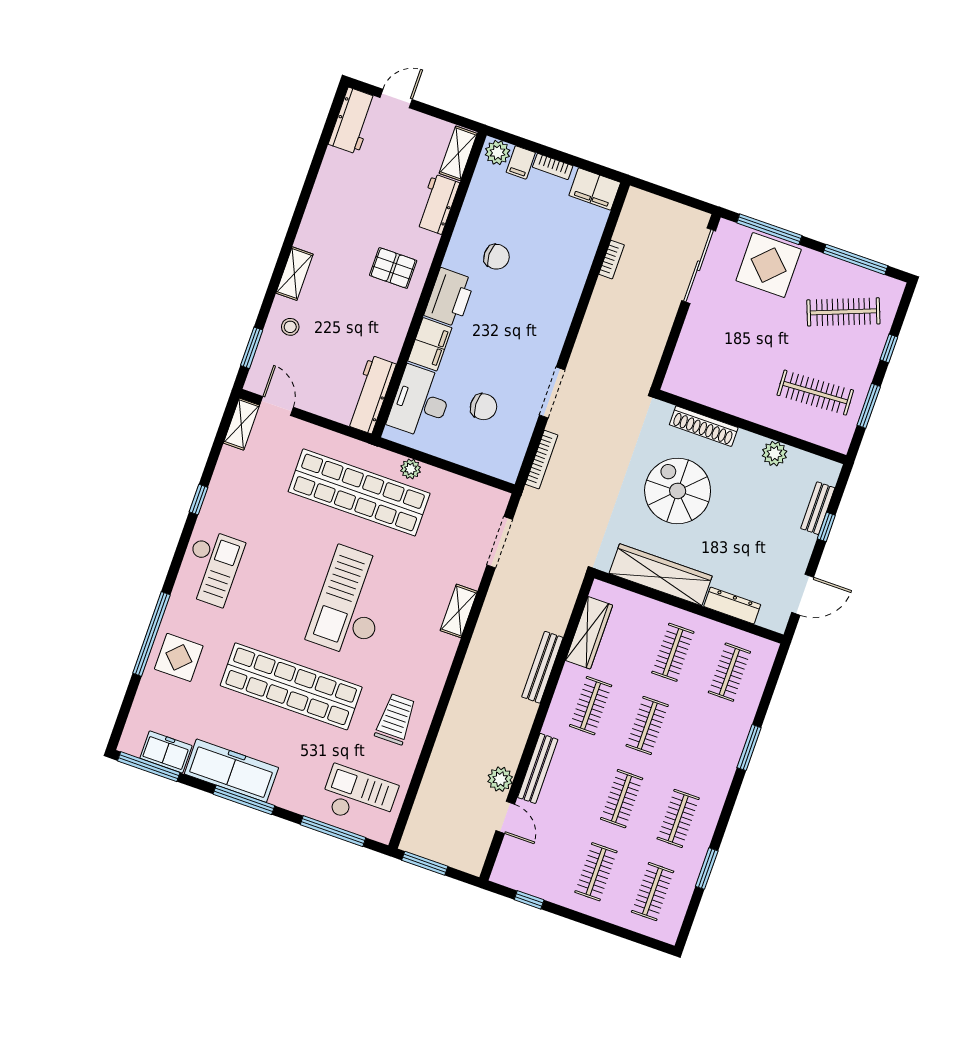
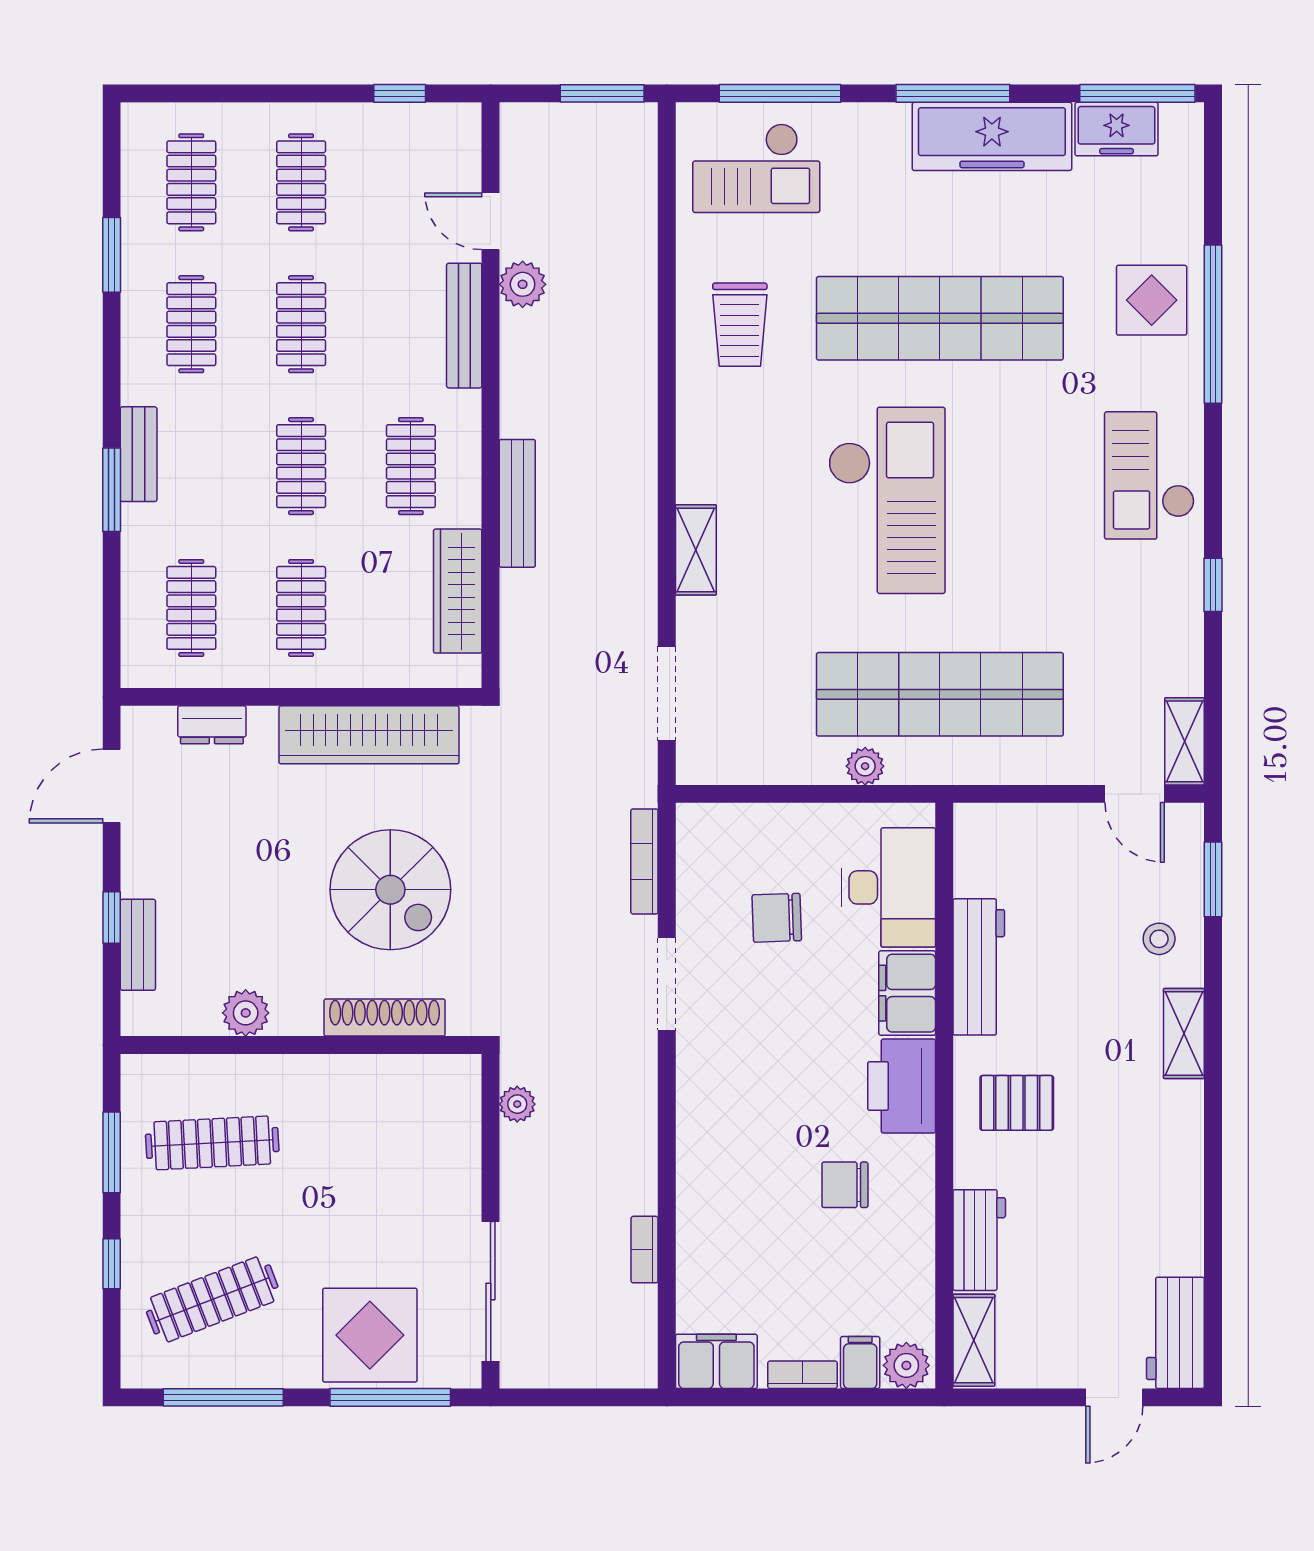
plant: (651, 358) -> (517, 1104), added
workbench: (371, 394) -> (979, 967), moved
dresser: (732, 605) -> (212, 725), width x0.70
bench: (729, 761) -> (139, 454), added

